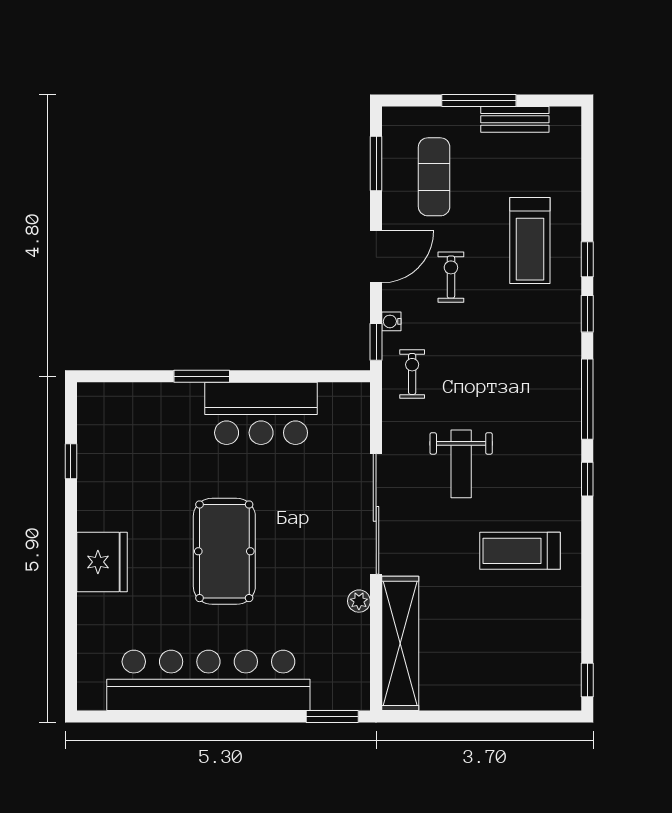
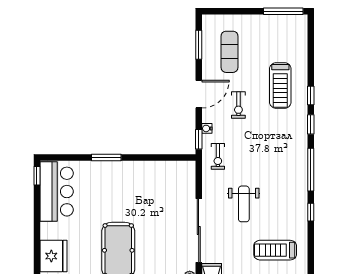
window: (479, 100) -> (283, 11), moved
bench: (515, 119) -> (272, 21), removed
exercise bike: (451, 277) -> (238, 105), turned 180
exercise bike: (412, 374) -> (218, 156), turned 180
bar counter: (261, 413) -> (57, 192), moved, turned -90
window: (71, 461) -> (37, 176), moved

